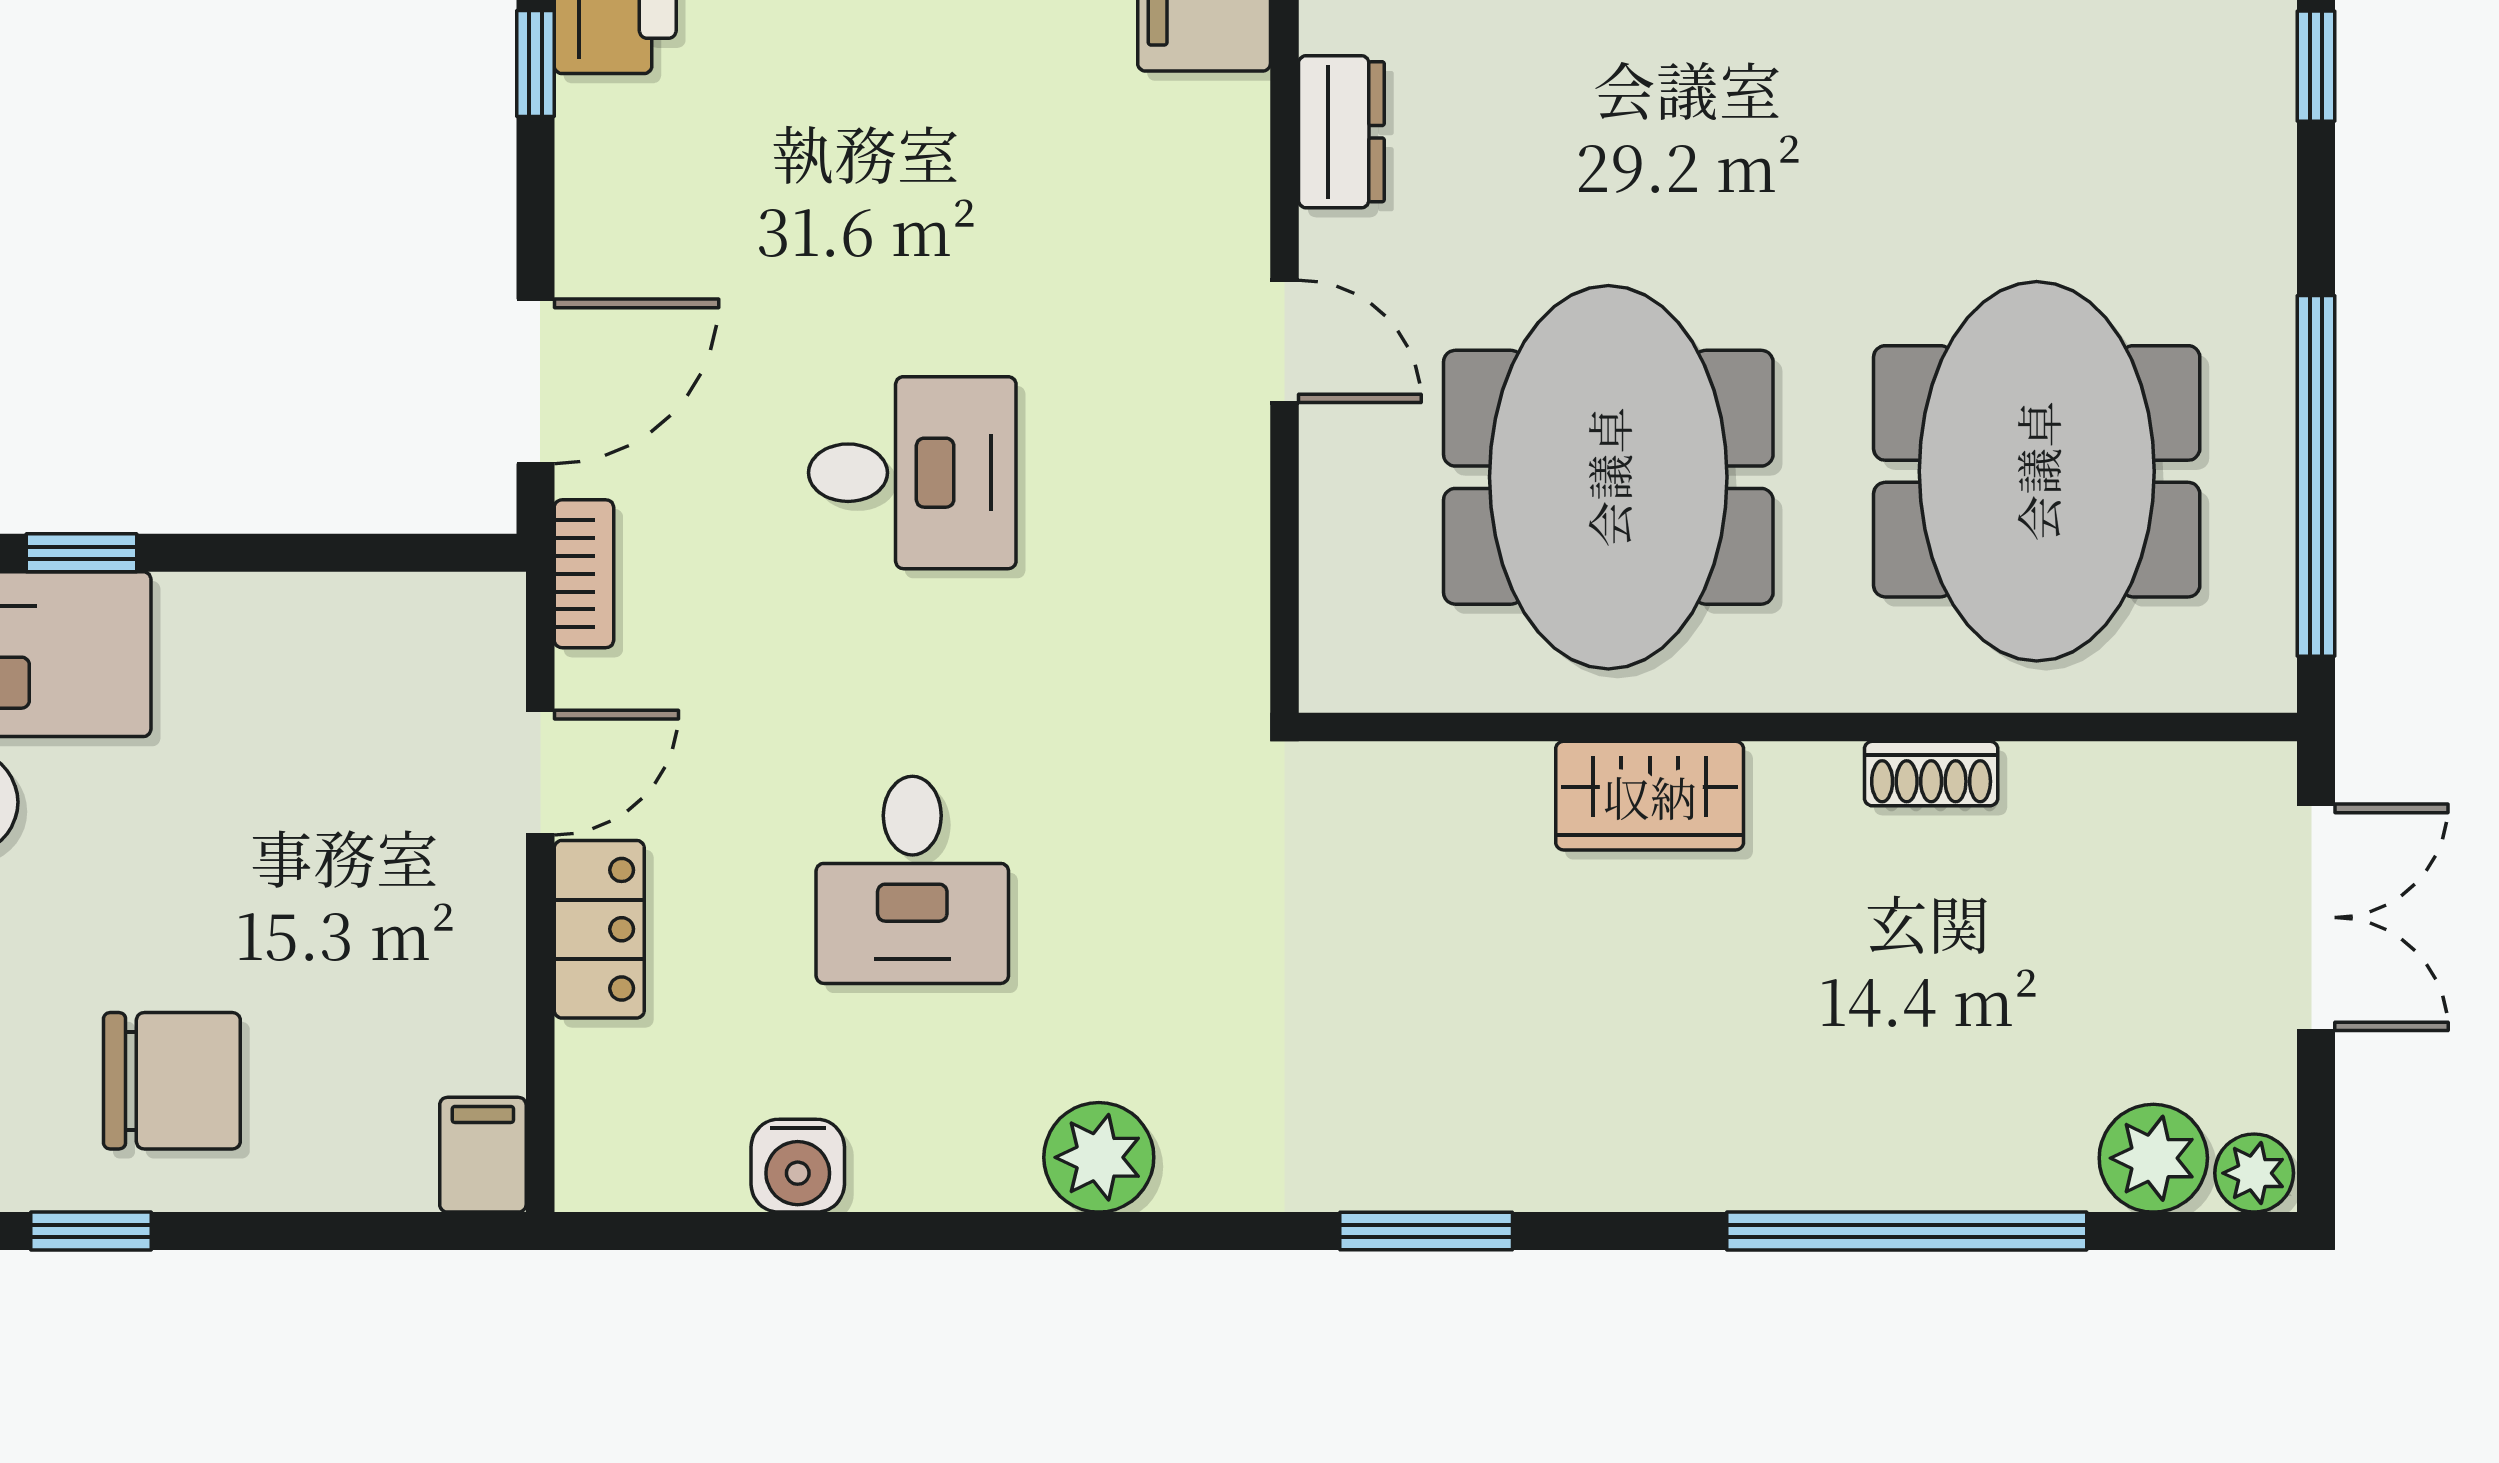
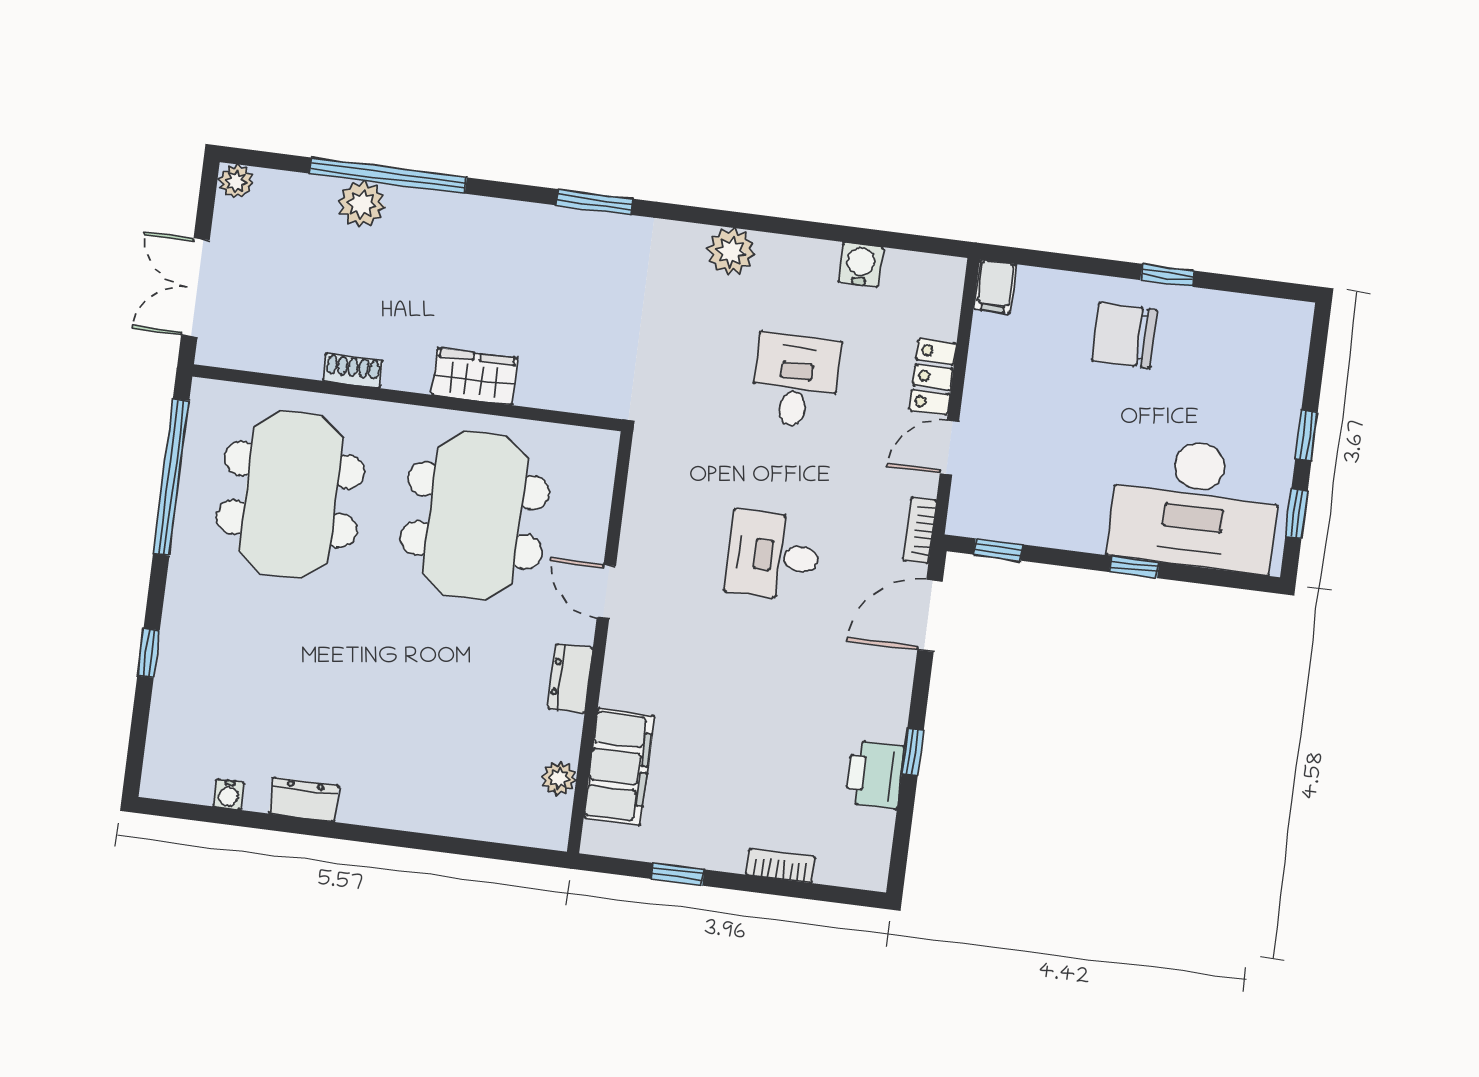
window: (399, 553) -> (998, 550), added
plant: (2153, 1158) -> (362, 204), moved

